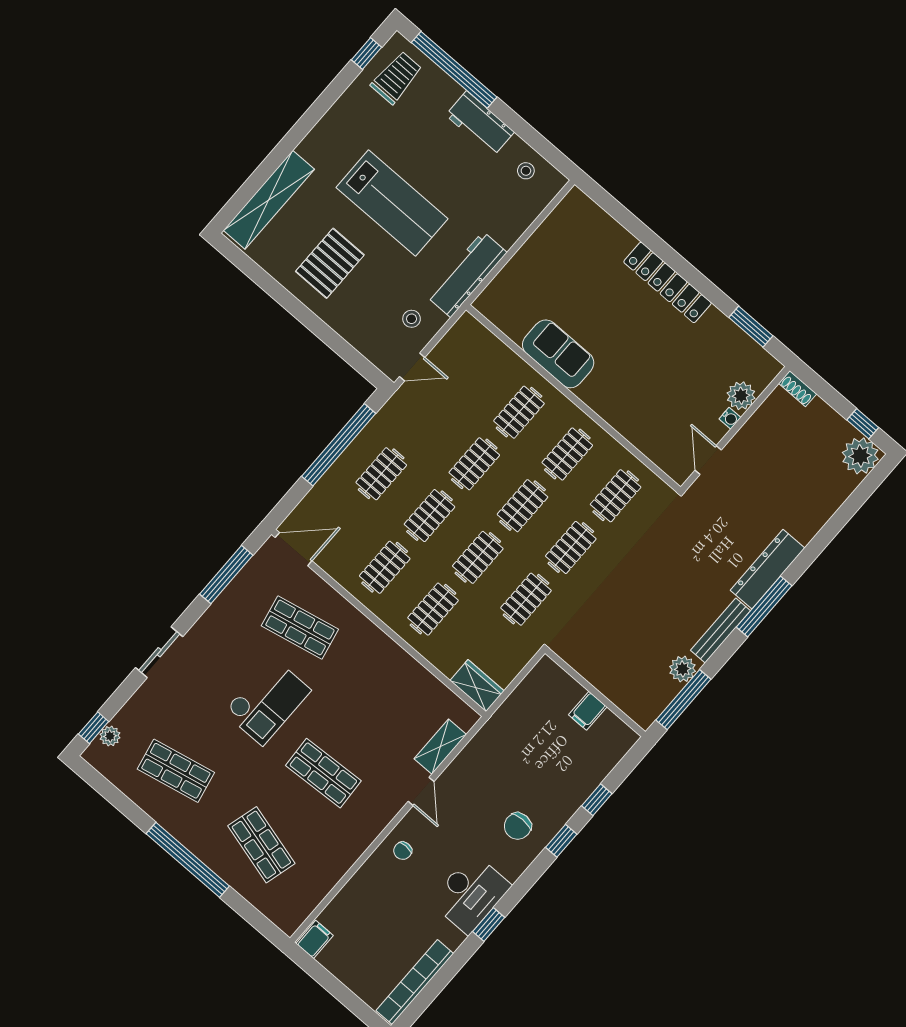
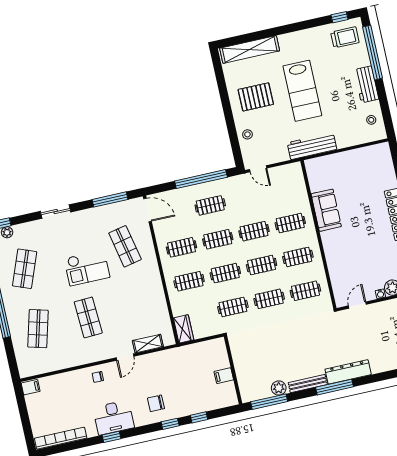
stool: (412, 319) -> (247, 134), moved
shop shelf: (176, 771) -> (25, 269), turned 33

